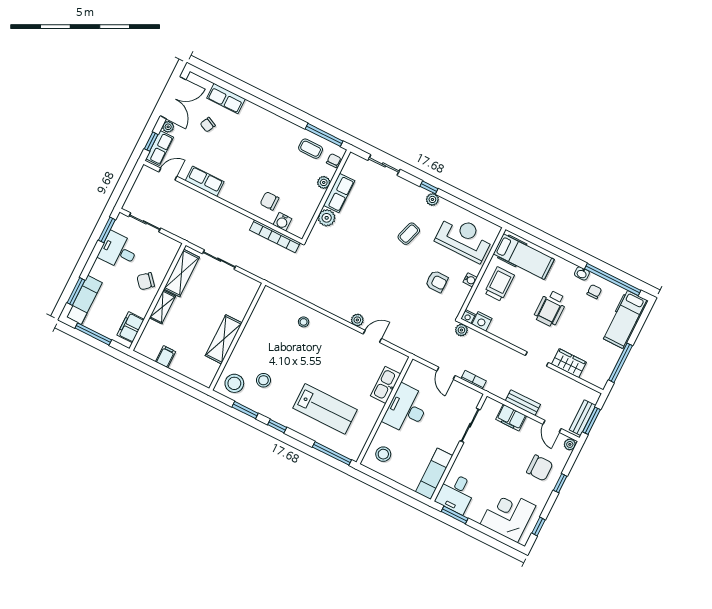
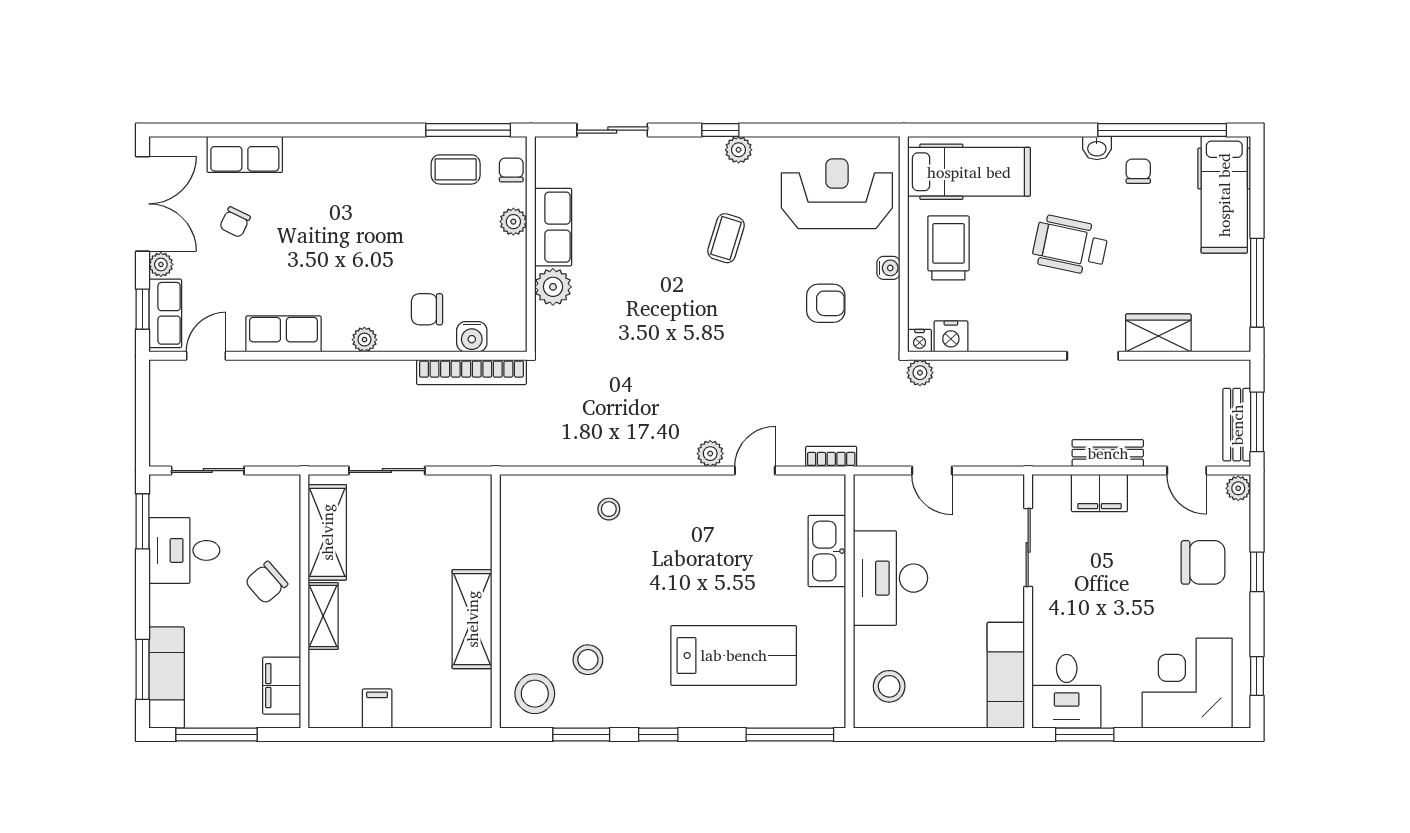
plant: (237, 200) -> (364, 340), added
wheelchair: (551, 308) -> (1070, 245), turned 102
bookcase: (474, 380) -> (831, 457), moved

